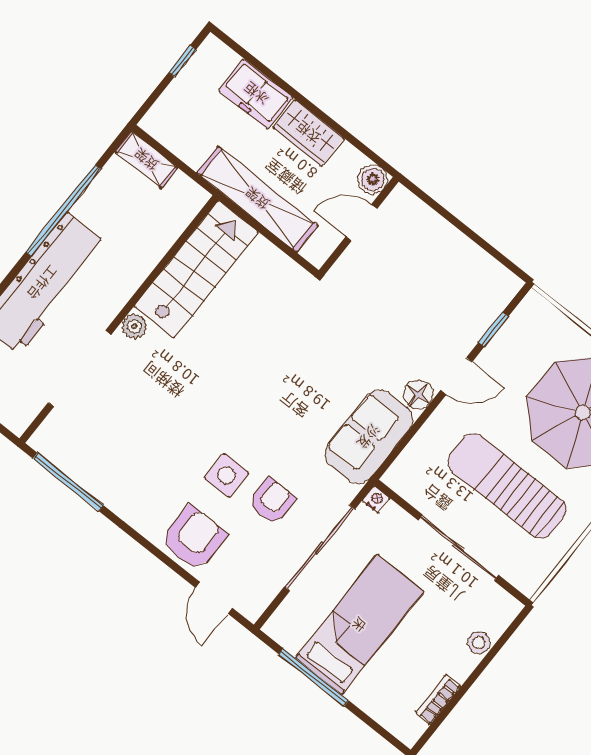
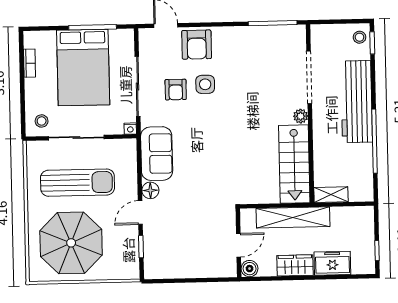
shelving: (146, 160) -> (331, 195), moved
bed: (360, 625) -> (83, 67), width x1.50
stool: (479, 643) -> (42, 121), moved

